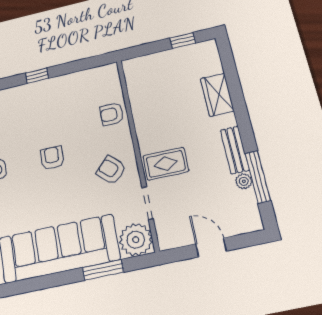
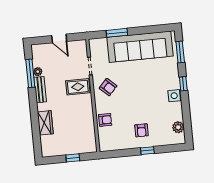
window: (183, 41) -> (73, 158), moved
armchair: (52, 158) -> (141, 130), moved
plant: (136, 240) -> (98, 47), removed

